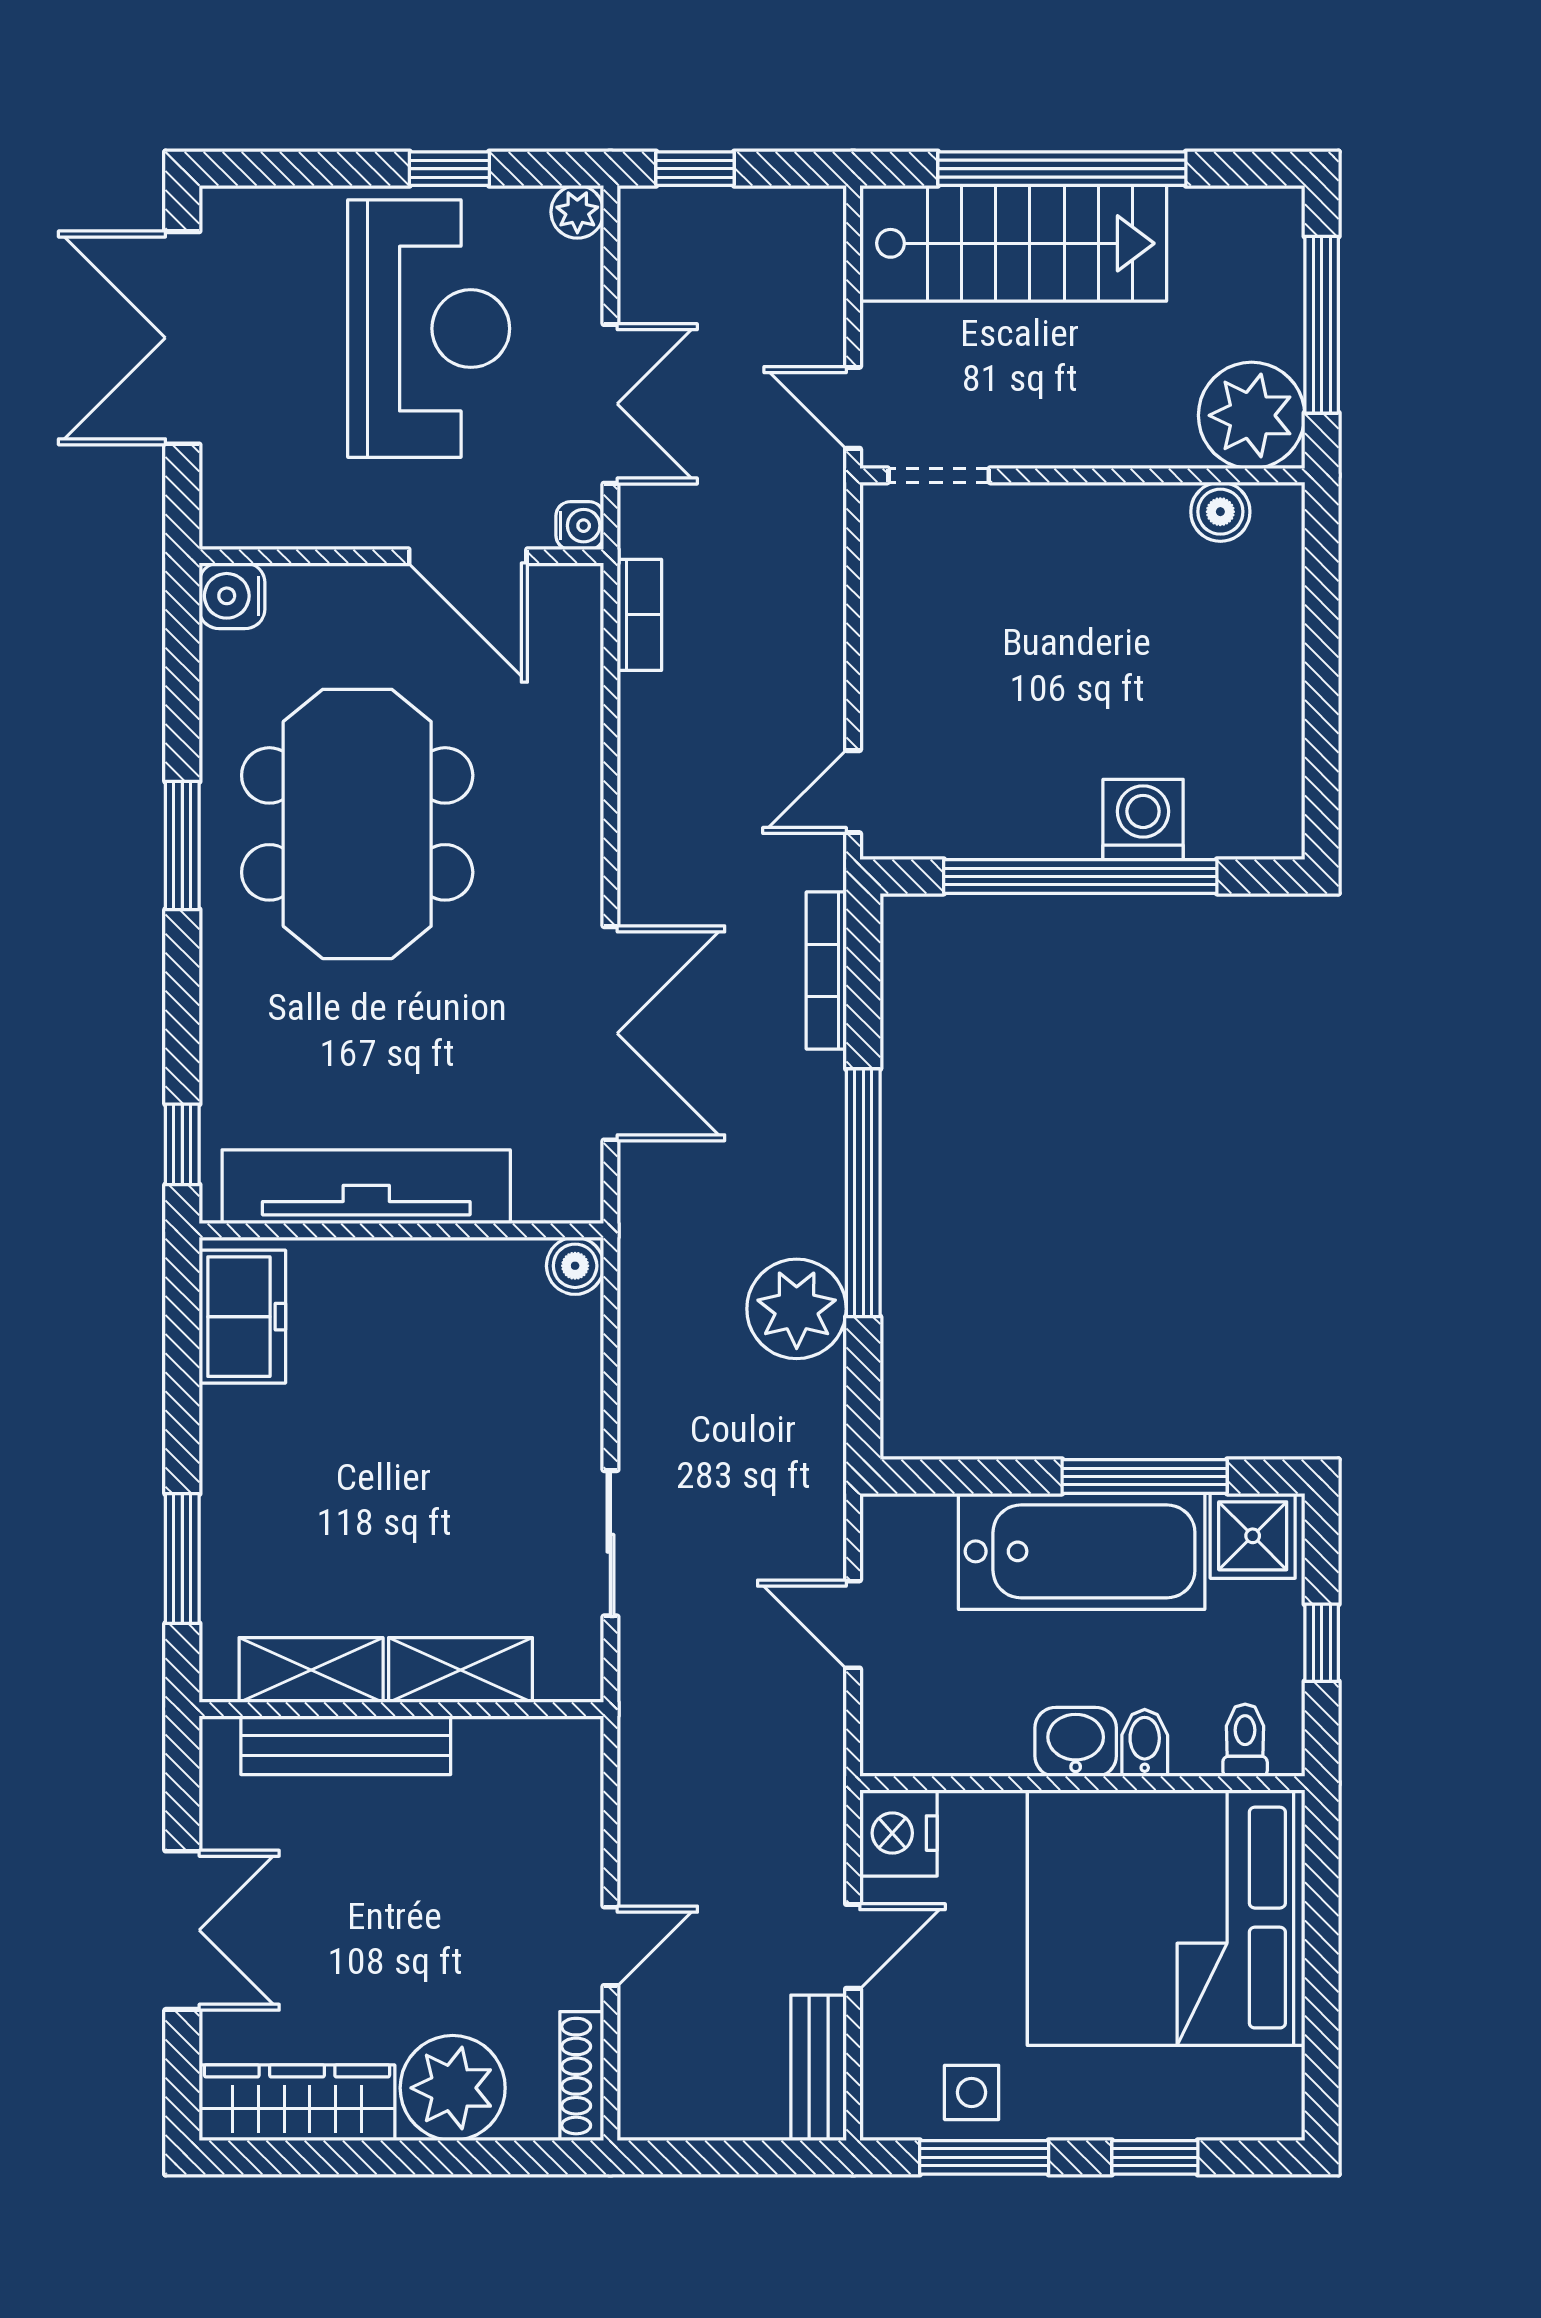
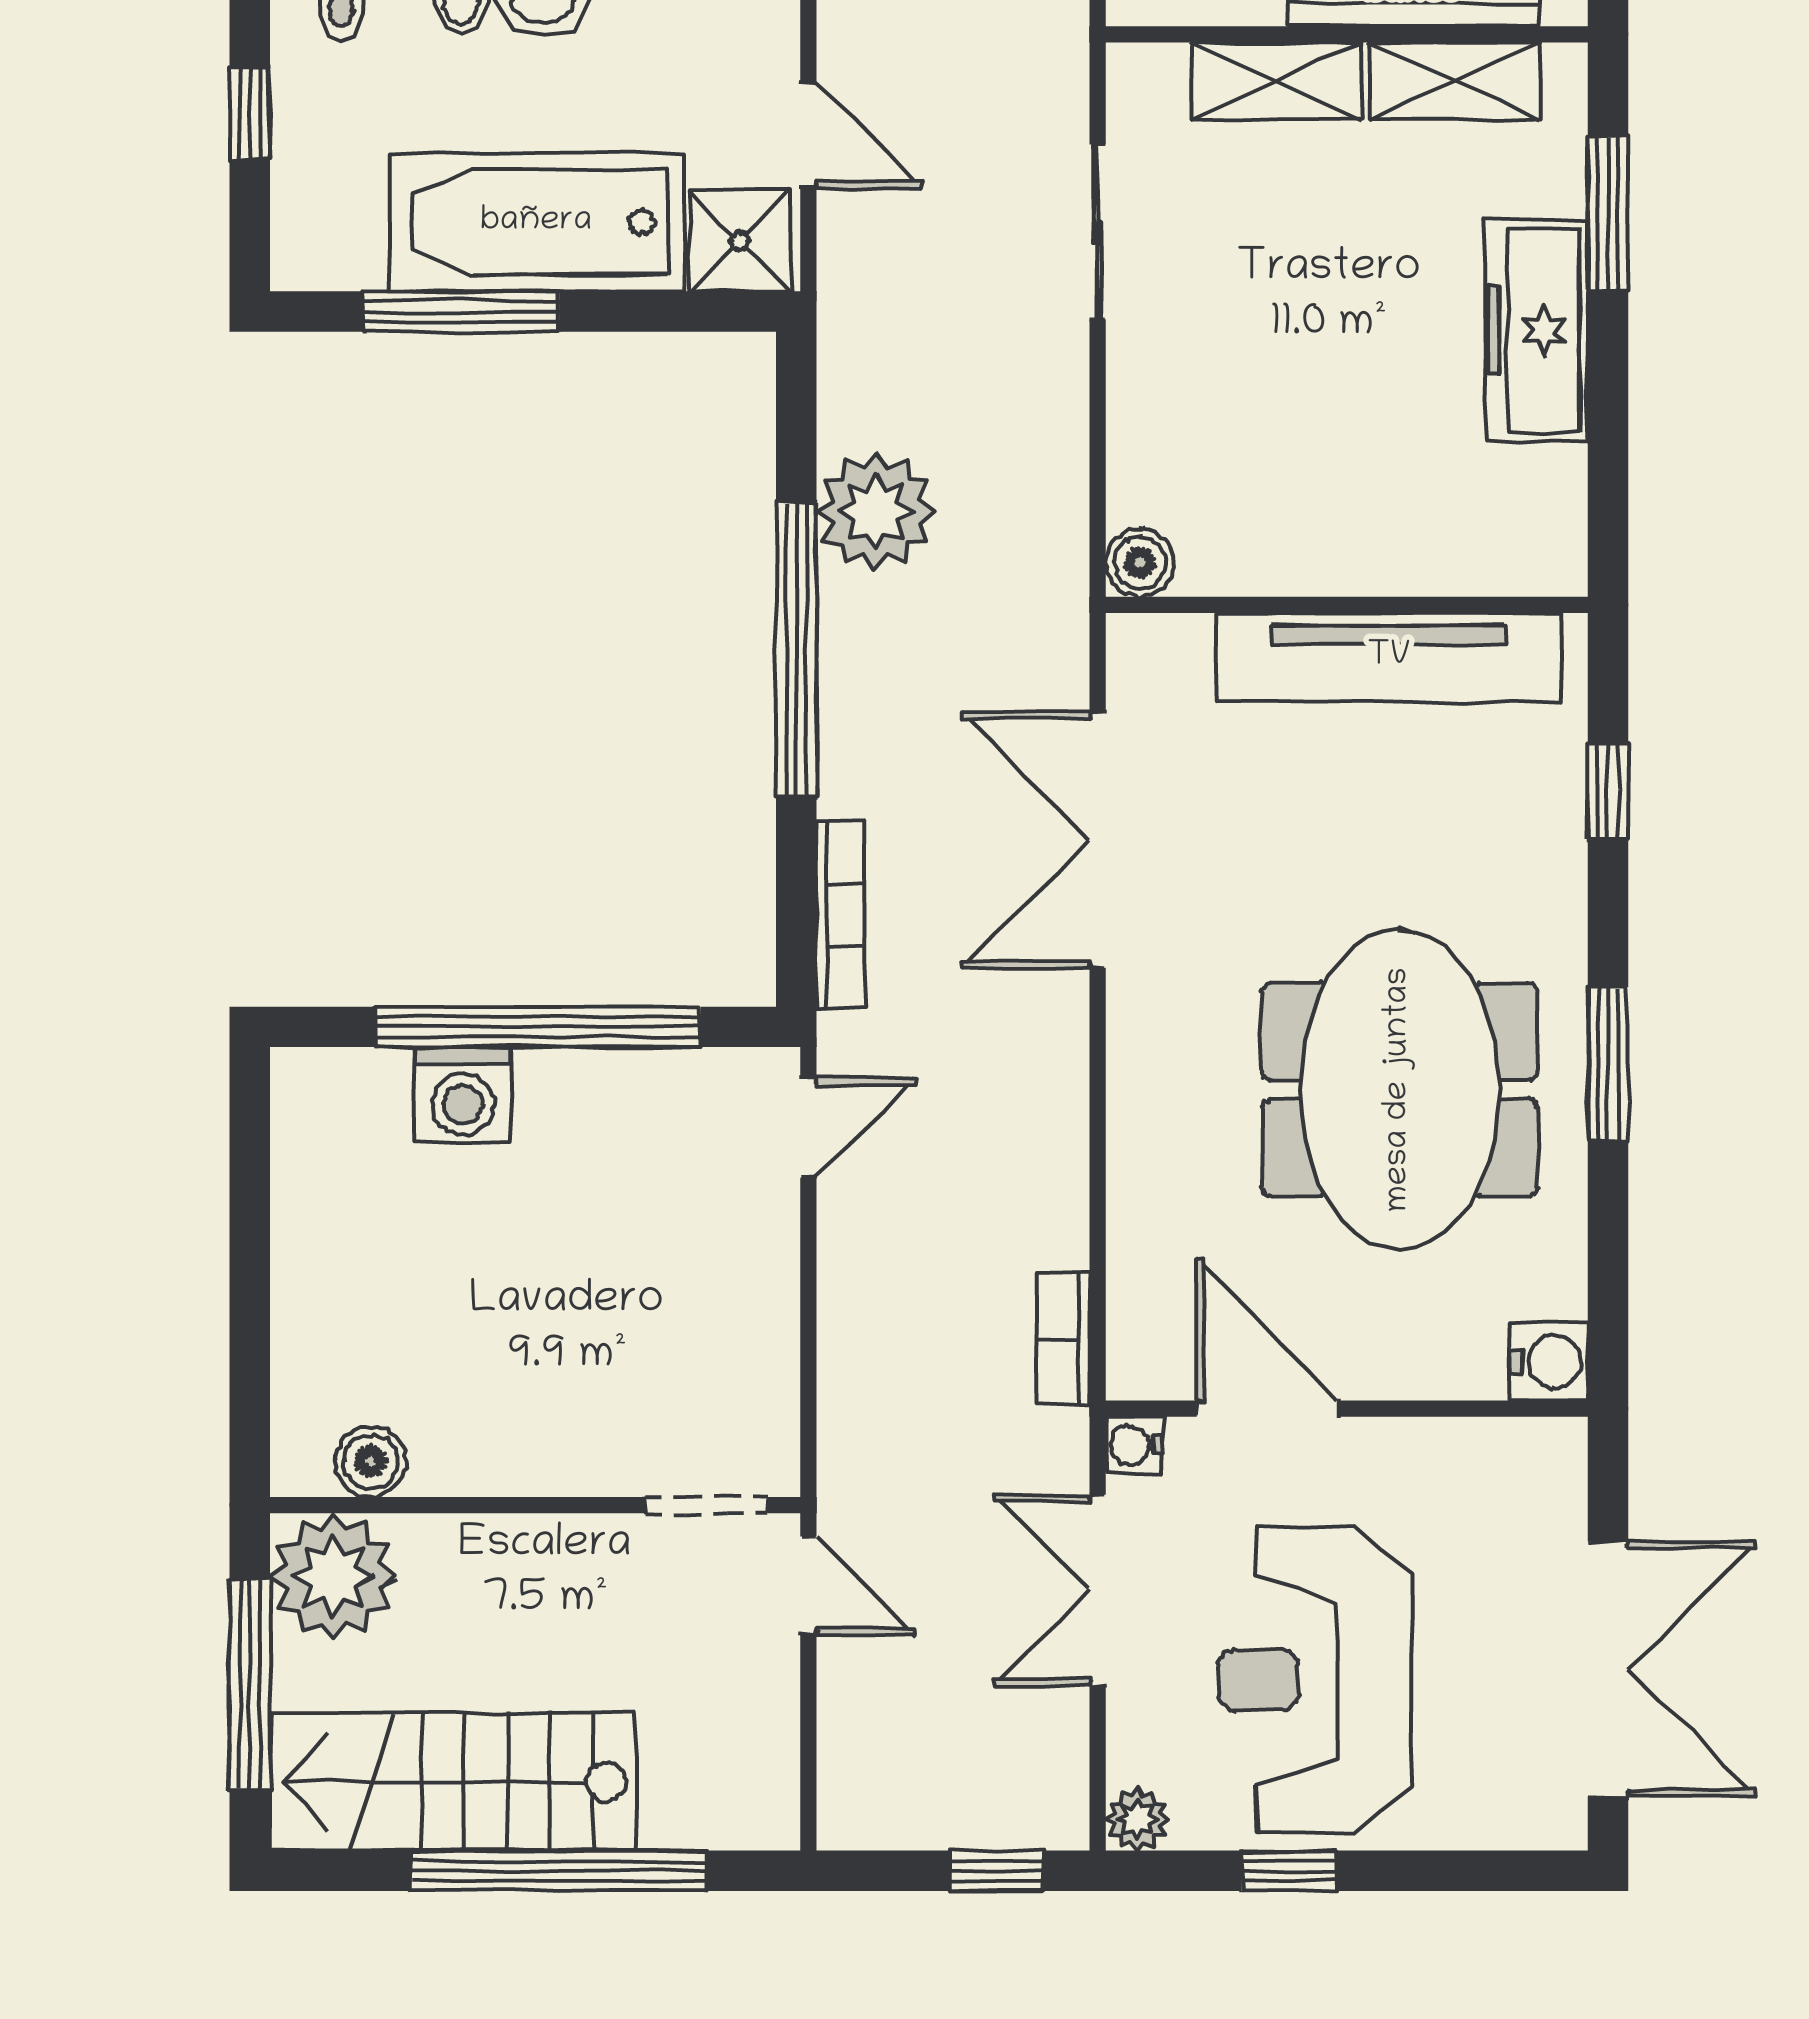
stairs: (1013, 243) -> (453, 1782), moved
window: (182, 1144) -> (1608, 791), moved
freezer: (242, 1317) -> (1536, 331), moved, width x1.40
shower: (1253, 1536) -> (740, 241), moved

